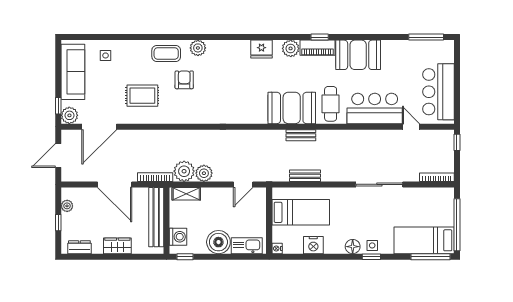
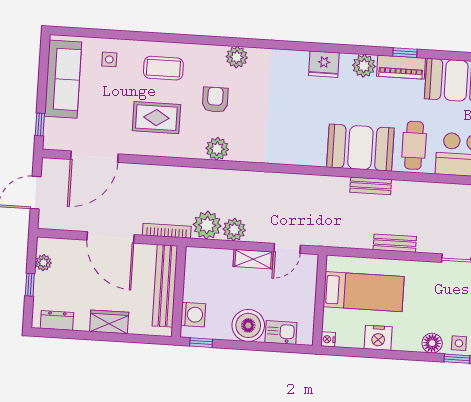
coffee table: (166, 53) -> (163, 68), moved
plant: (69, 115) -> (217, 149), moved
bench: (305, 176) -> (395, 243), moved
shelving: (186, 194) -> (253, 259), moved
kitchen sink: (247, 246) -> (281, 332), width x0.73

